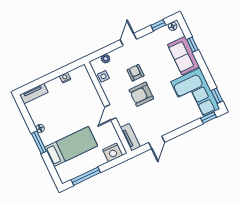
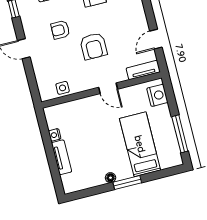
plant: (106, 59) -> (42, 81), removed
armchair: (135, 73) -> (60, 30), moved
tv unit: (34, 94) -> (62, 157), moved
door: (157, 142) -> (156, 39), swing flipped

